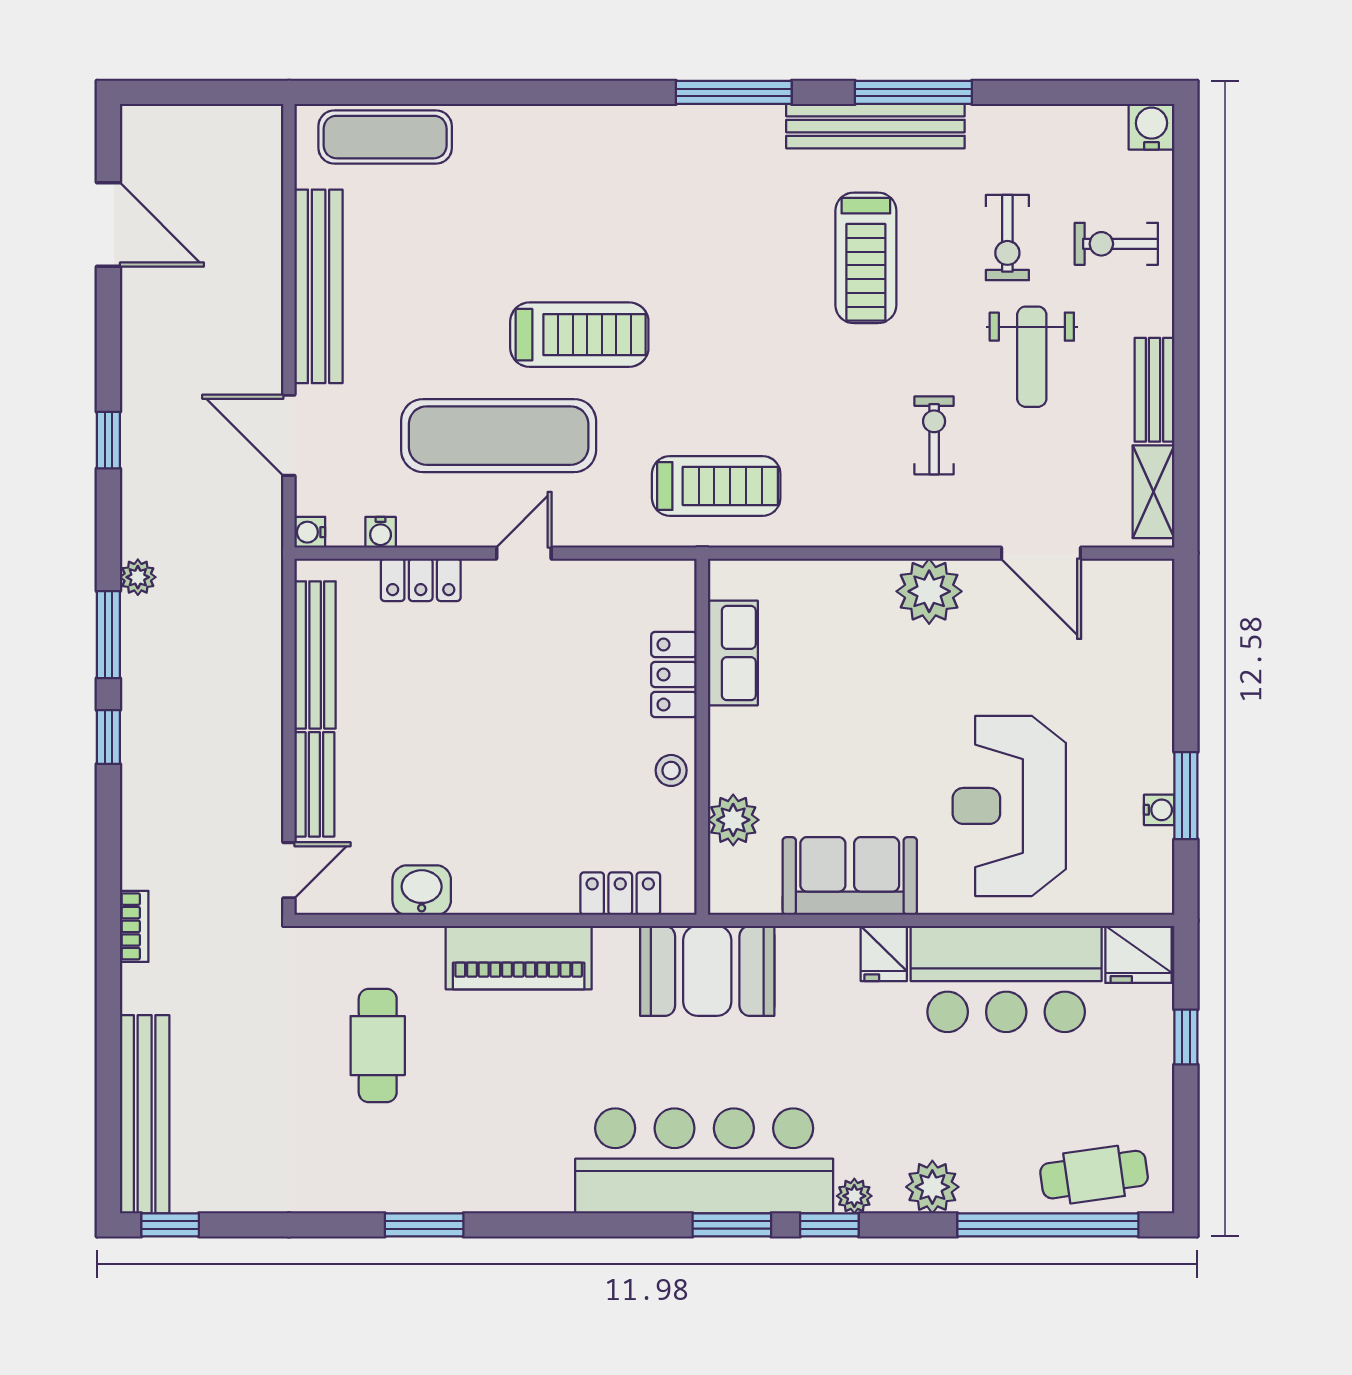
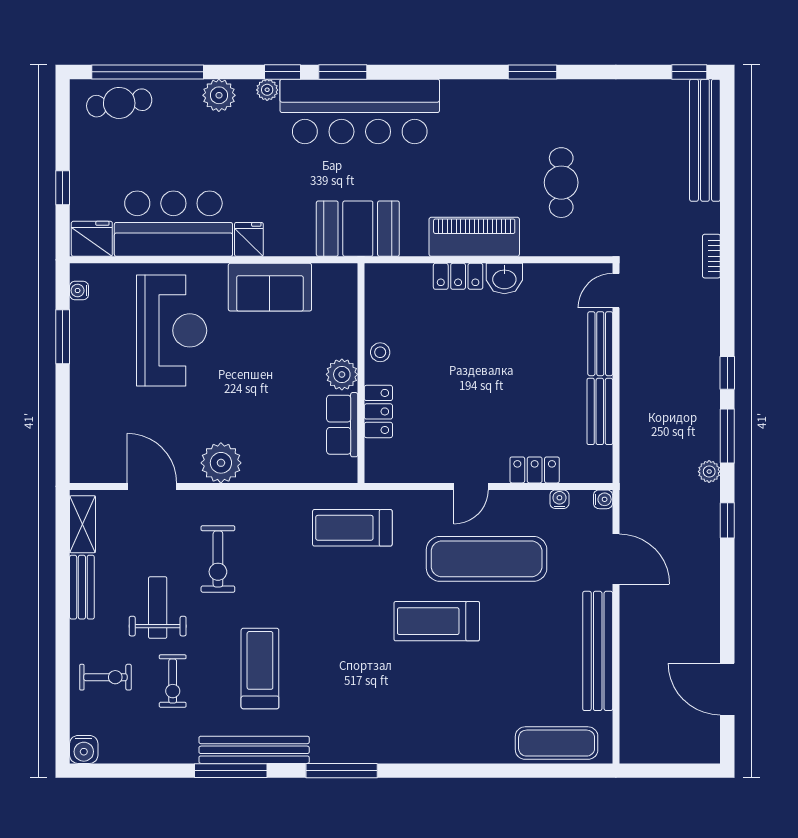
exercise bike: (1007, 238) -> (173, 681), turned 180
exercise bike: (934, 435) -> (218, 559), width x1.38, depth x1.39
window: (108, 440) -> (727, 520), moved
bench: (315, 655) -> (600, 411), width x0.73
water cooler: (1159, 810) -> (79, 290), moved
plant: (733, 820) -> (342, 374), moved
washbasin: (422, 890) -> (504, 278), moved
locker: (620, 894) -> (458, 276), moved

